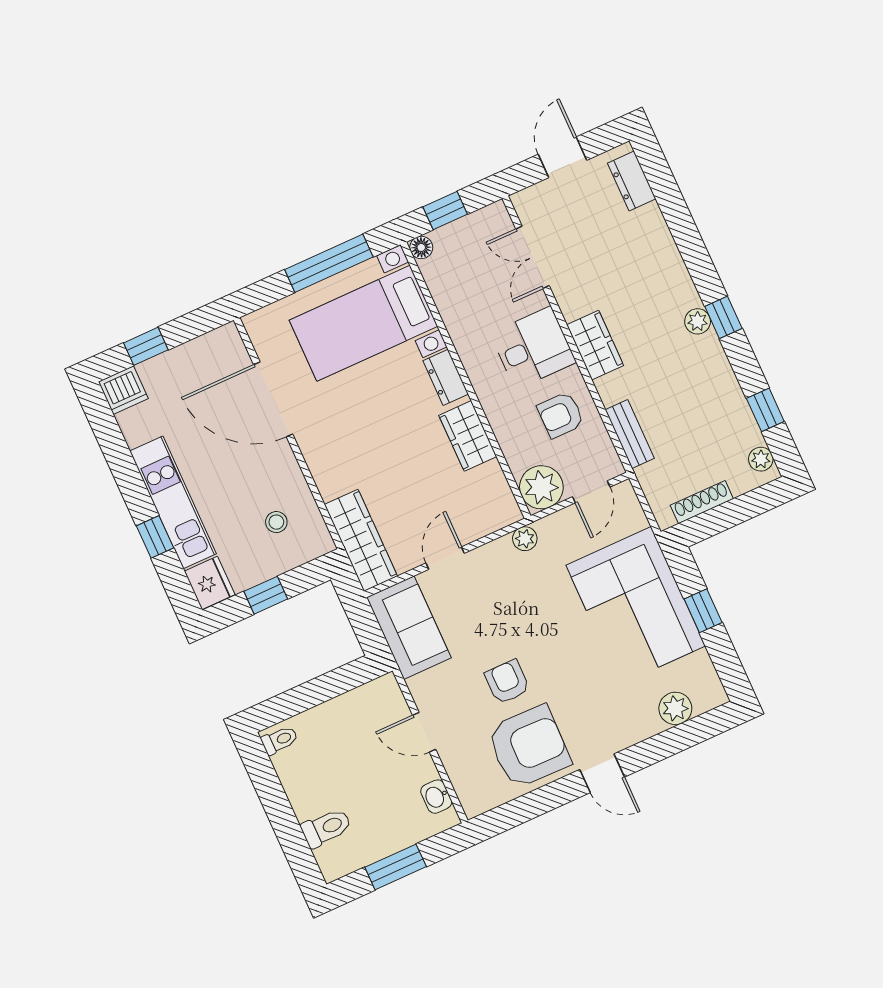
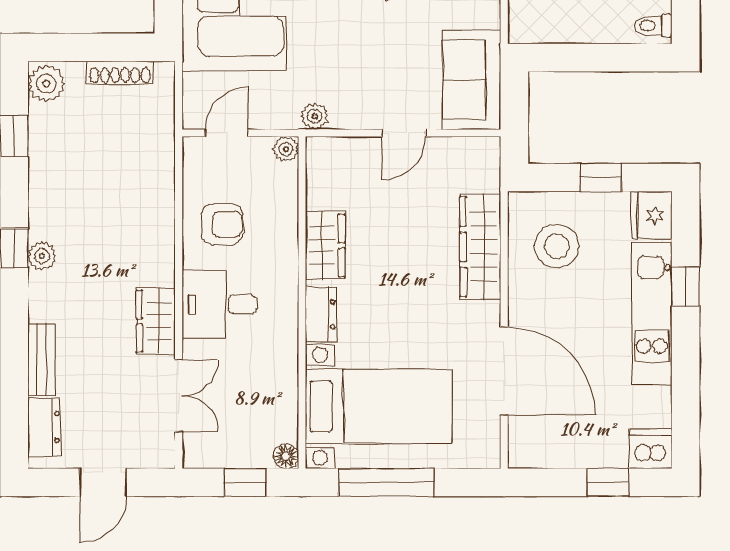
wardrobe: (595, 345) -> (156, 321), moved
bench: (630, 434) -> (42, 359), moved
plant: (761, 459) -> (46, 84), width x1.38, depth x1.38
plant: (541, 487) -> (286, 149), width x0.53, depth x0.53
stool: (276, 522) -> (557, 246), width x1.89, depth x1.89
wardrobe: (361, 540) -> (480, 247), moved

